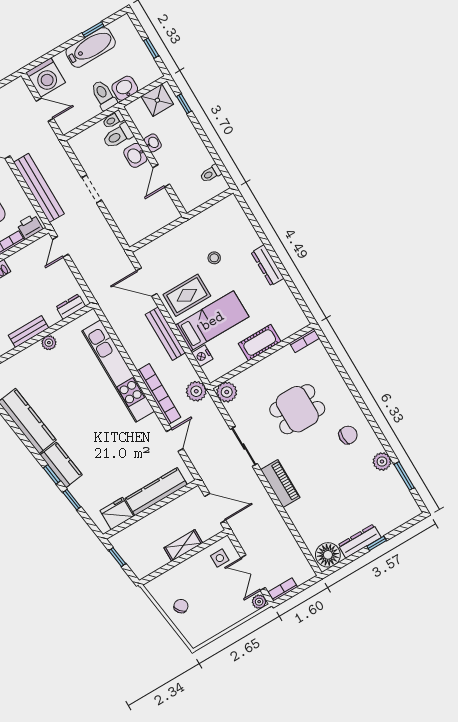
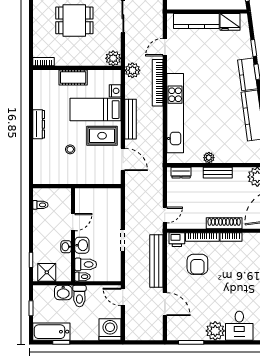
bathtub: (91, 47) -> (51, 332), moved
door: (45, 110) -> (123, 297), moved

